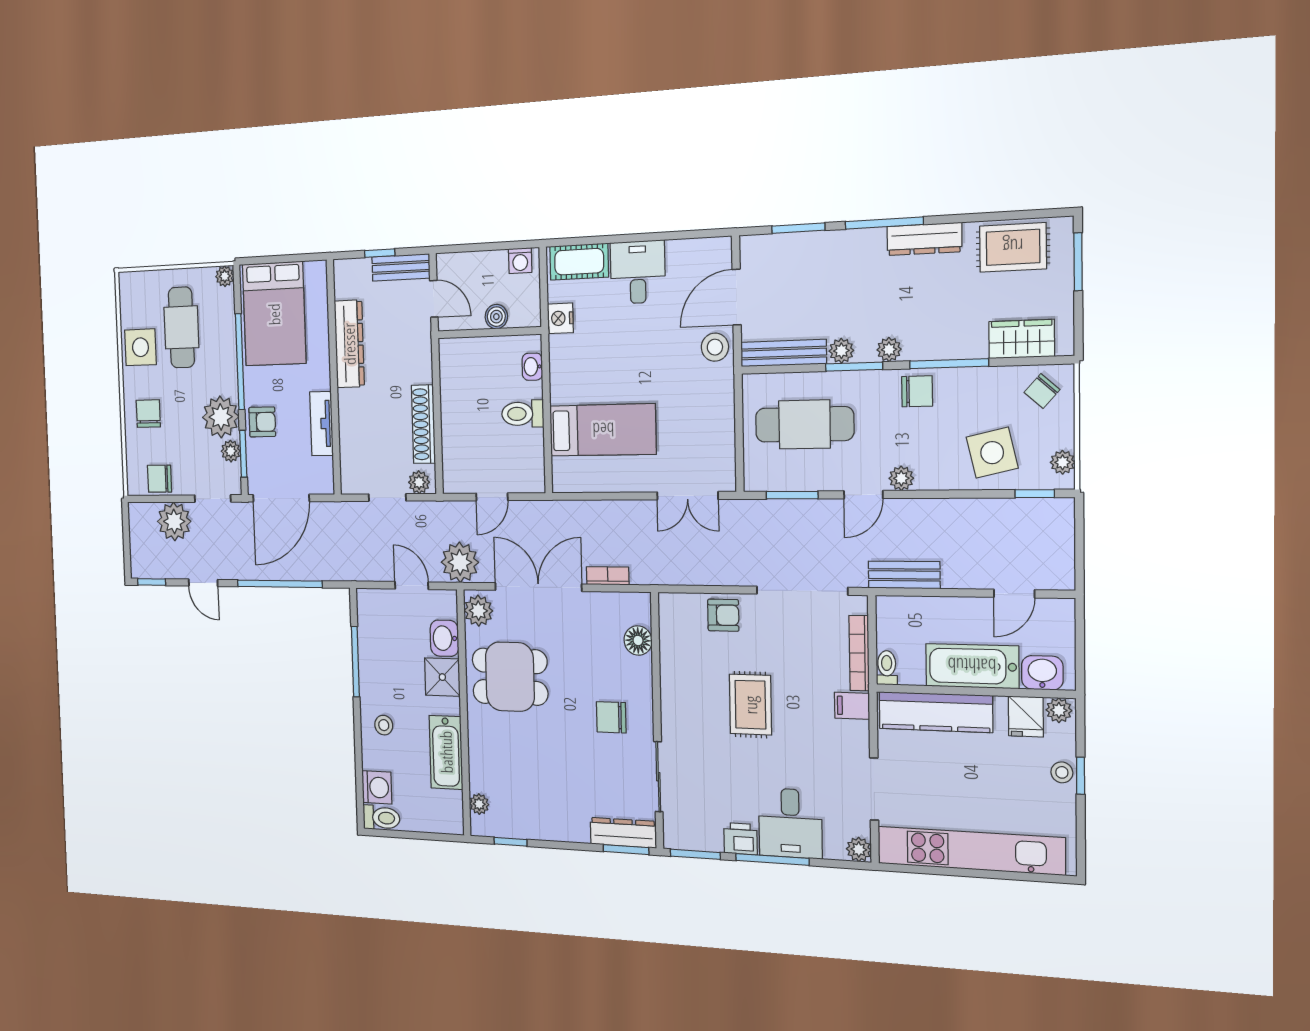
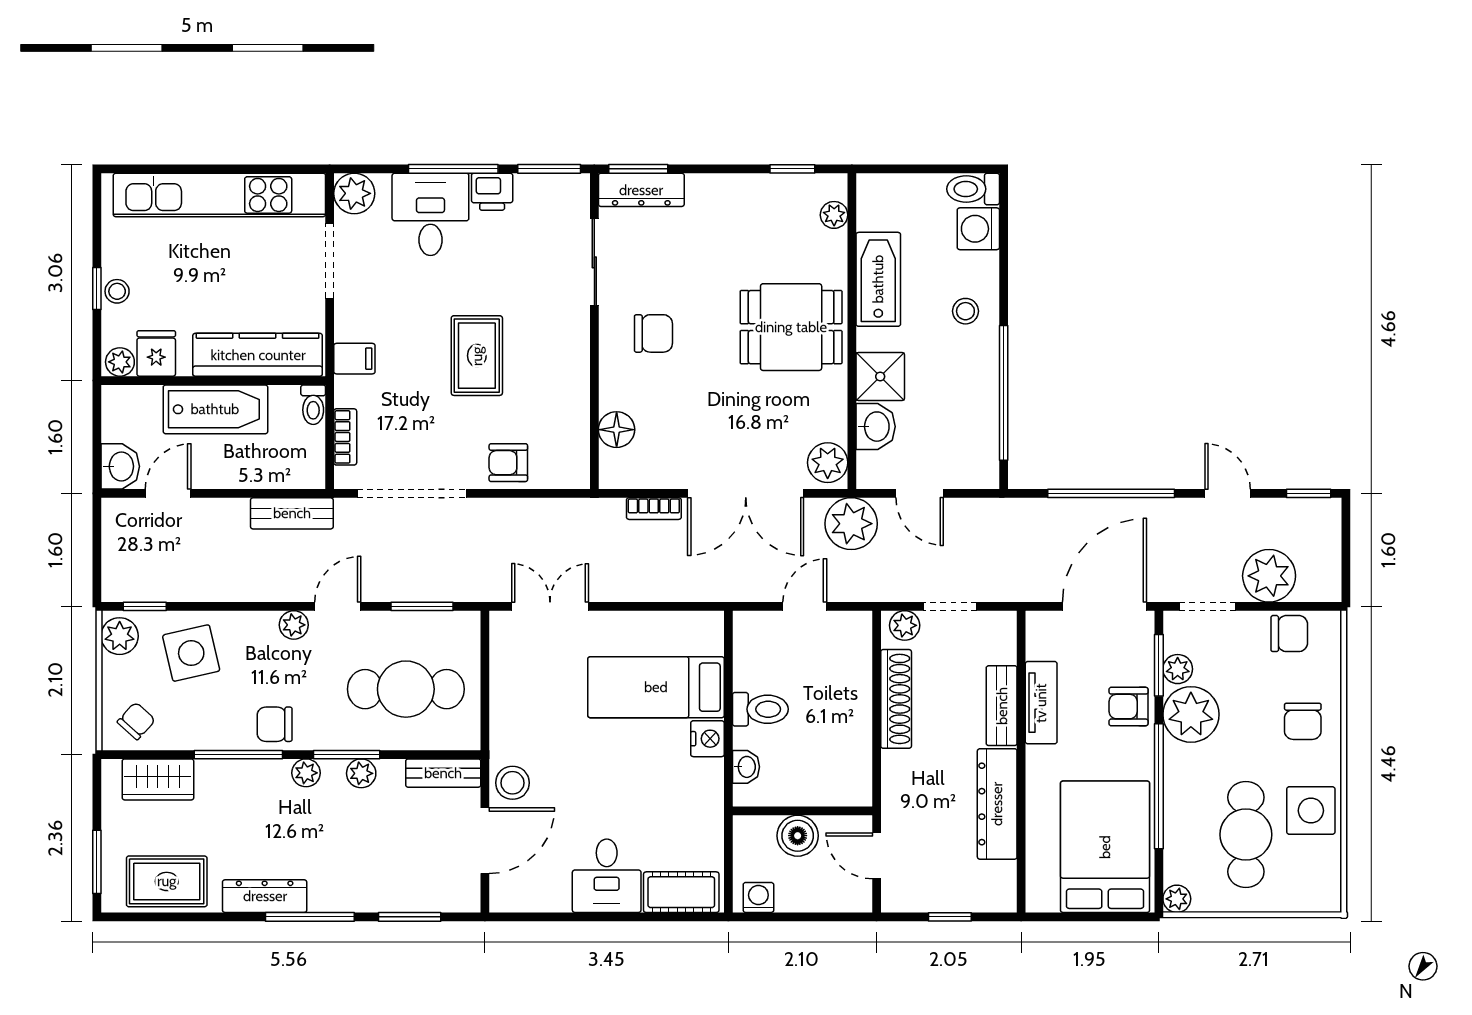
bench: (401, 267) -> (1002, 706), moved, turned 90
boiler: (496, 317) -> (798, 836), width x1.36, depth x1.36
nightstand: (560, 318) -> (707, 739), moved
bench: (783, 353) -> (443, 773), width x0.73
plant: (1063, 462) -> (120, 636), width x1.38, depth x1.38
bookcase: (859, 653) -> (345, 437), width x0.64
window: (355, 662) -> (1004, 393), width x1.46
washbasin: (1042, 673) -> (120, 466), moved, turned -90
dining table: (510, 677) -> (791, 327), moved
plant: (859, 849) -> (354, 193), width x1.38, depth x1.38

